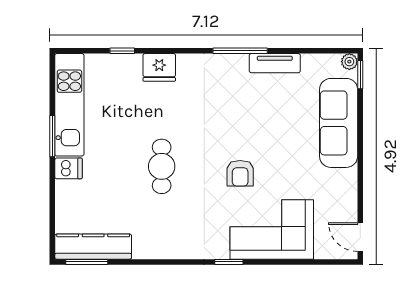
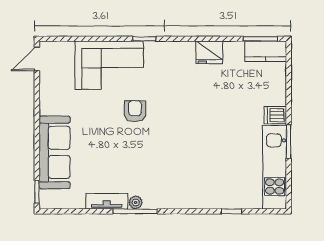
plant: (349, 62) -> (136, 202), moved
fridge: (159, 67) -> (209, 52), moved, turned 180
cafe table: (162, 166) -> (199, 117), removed
door: (360, 237) -> (37, 59), swing flipped
kitchen counter: (93, 247) -> (266, 51), width x0.67

